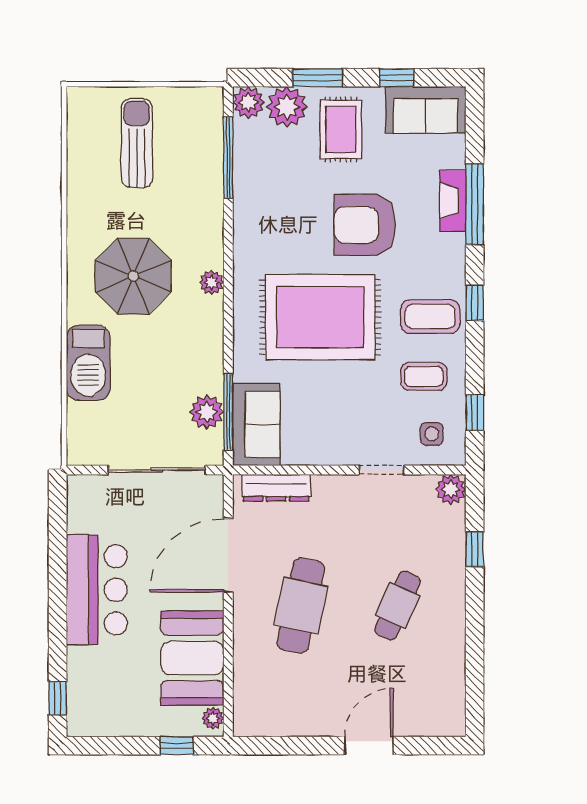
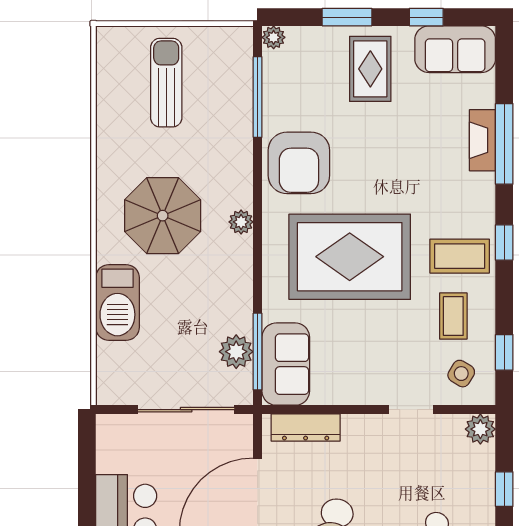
plant: (248, 102) -> (274, 37), width x0.73, depth x0.73
plant: (287, 107) -> (316, 46), removed
armchair: (365, 225) -> (299, 163), moved, turned -90
coffee table: (424, 376) -> (453, 316), turned 90
side table: (432, 434) -> (461, 374), turned 31

